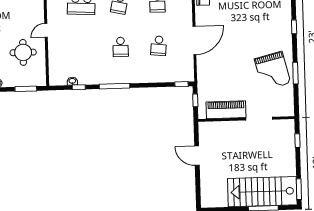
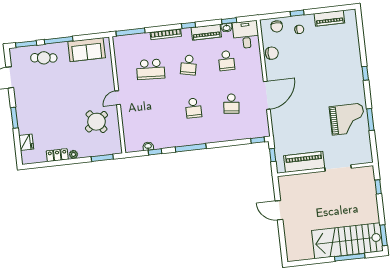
round table: (23, 52) -> (96, 122), turned -36
grand piano: (273, 71) -> (347, 119), turned -76

